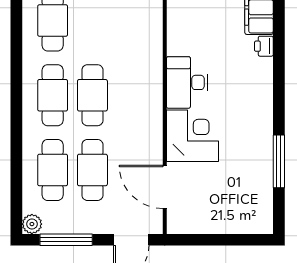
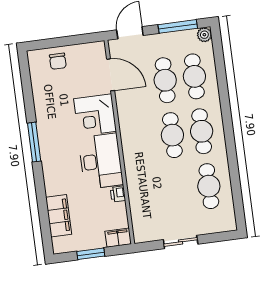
printer: (264, 46) -> (118, 194), moved, turned 180
desk: (187, 82) -> (101, 161), width x1.36, depth x1.30
window: (279, 161) -> (34, 142), moved
chair: (233, 214) -> (58, 61), added

